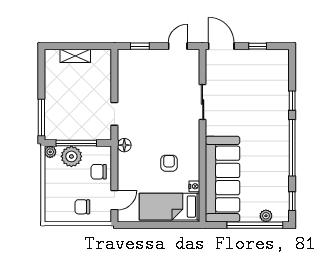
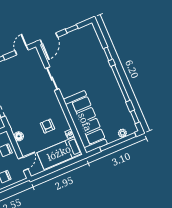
door: (221, 46) -> (49, 38), swing flipped
floor lamp: (124, 145) -> (19, 136), moved

